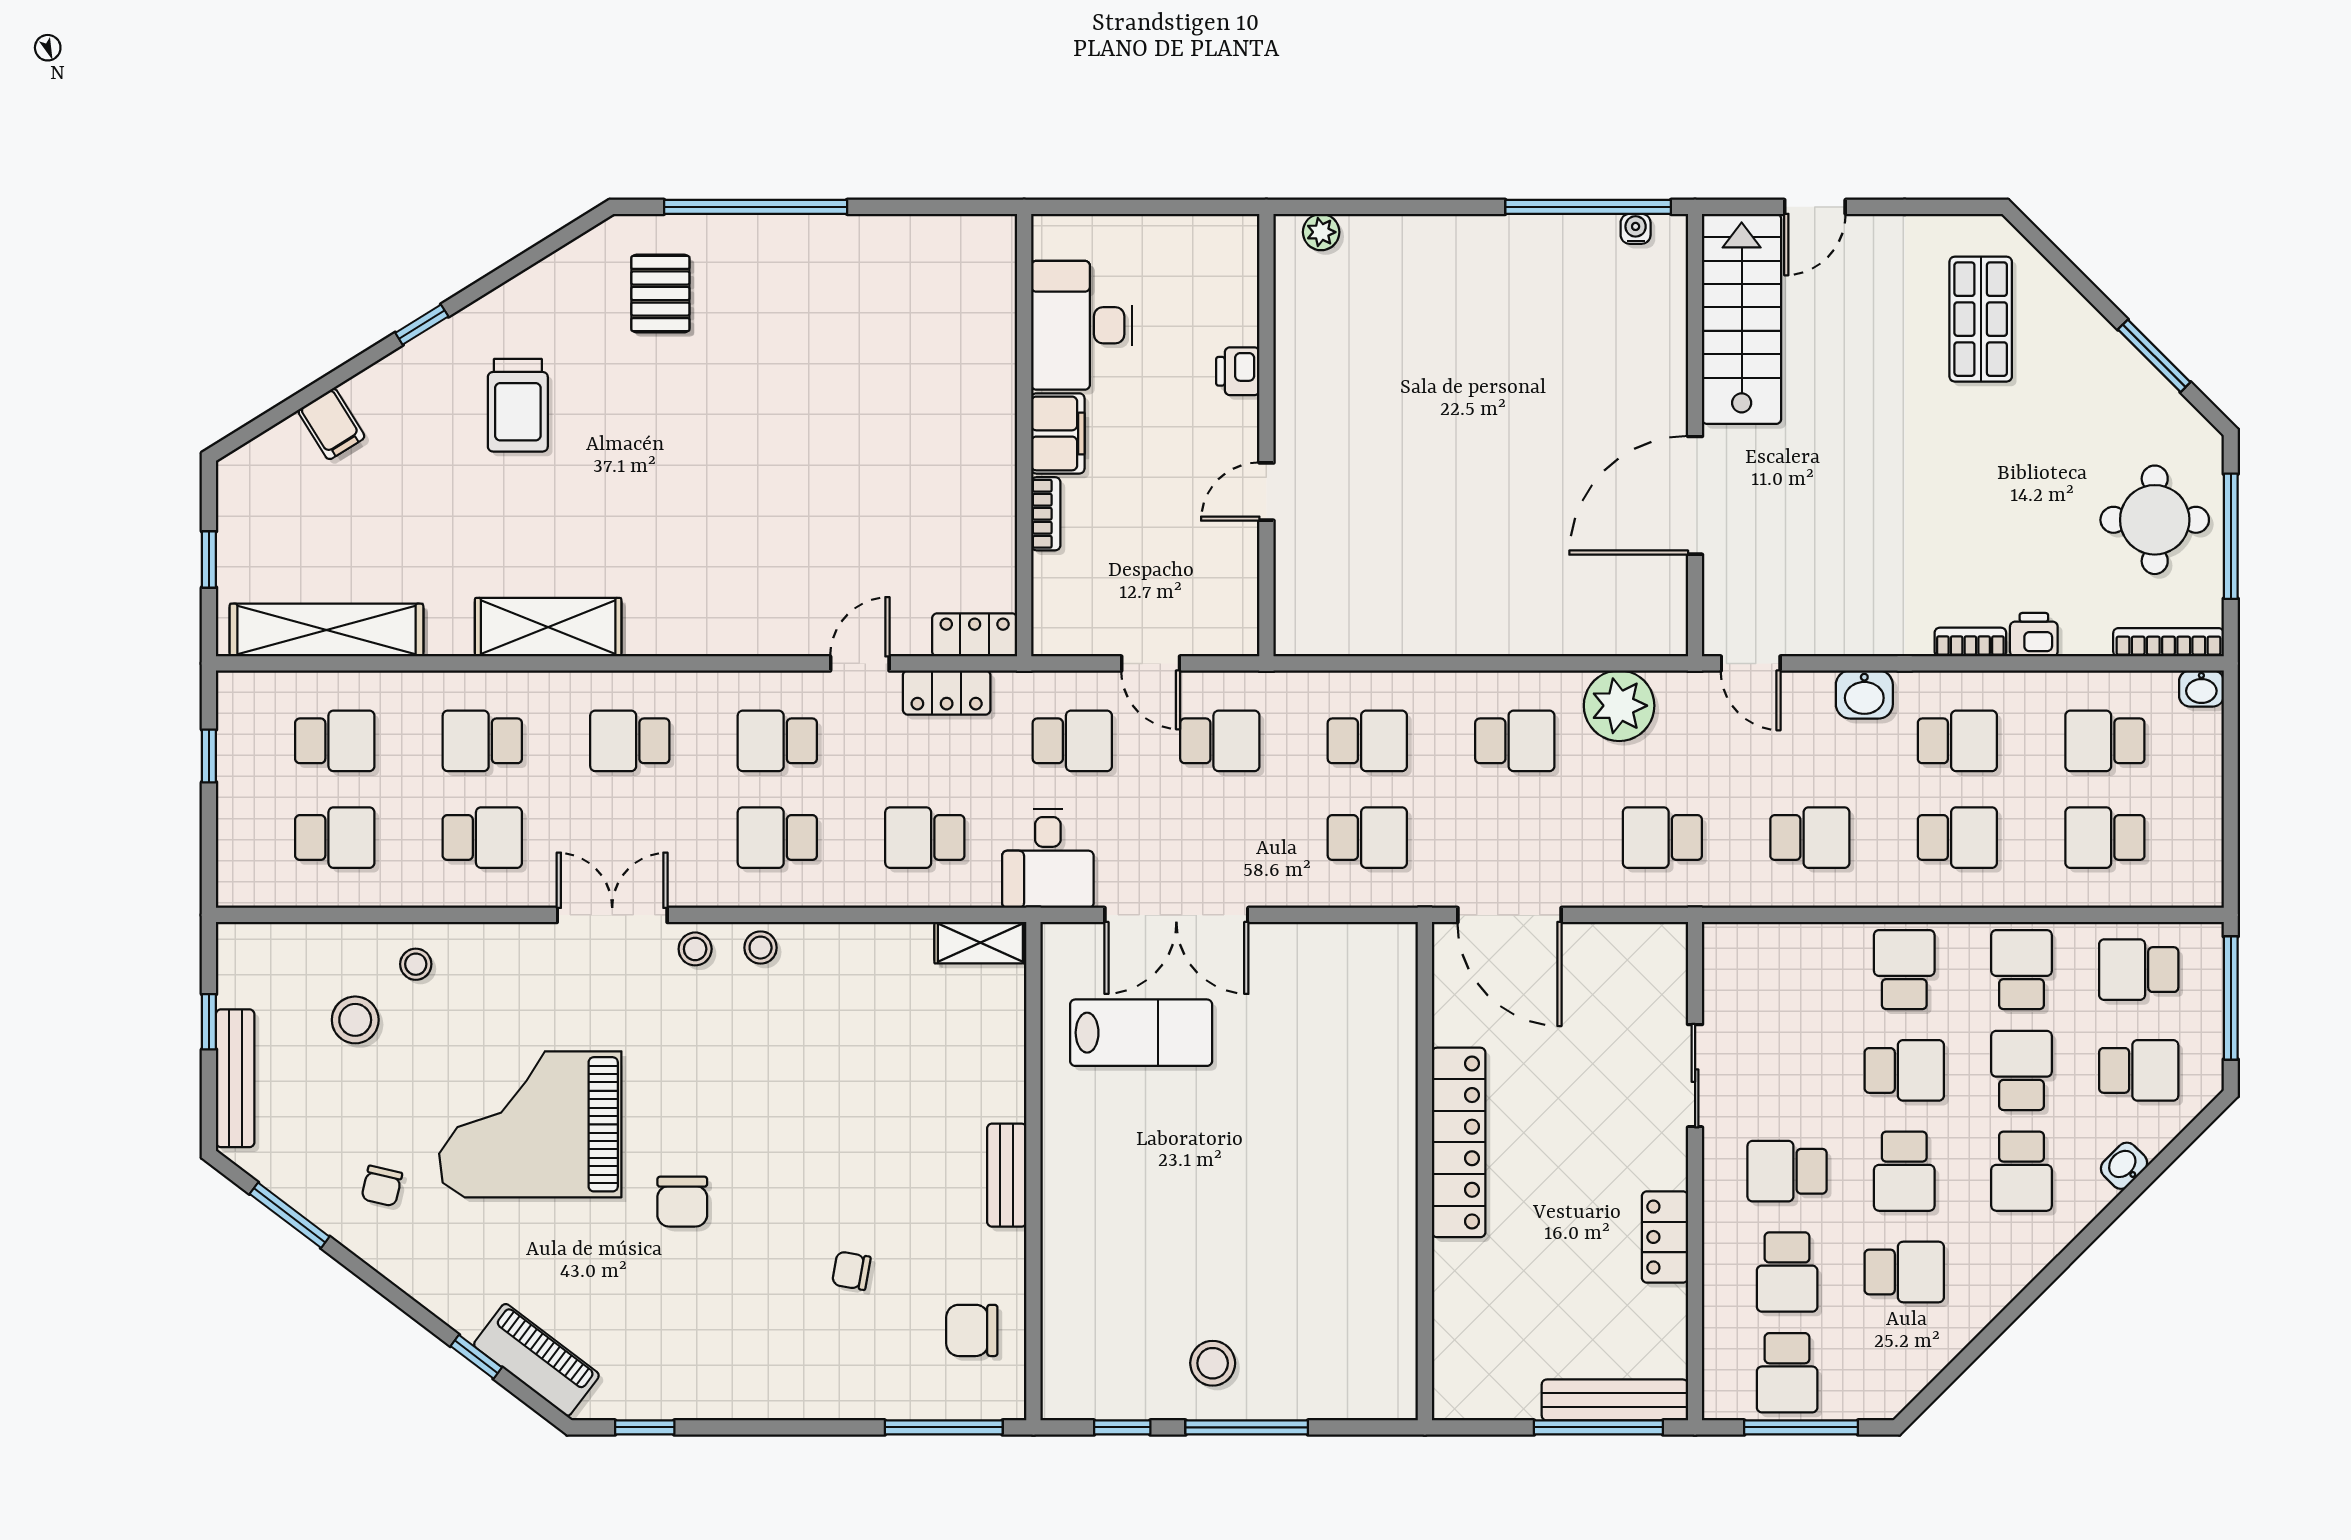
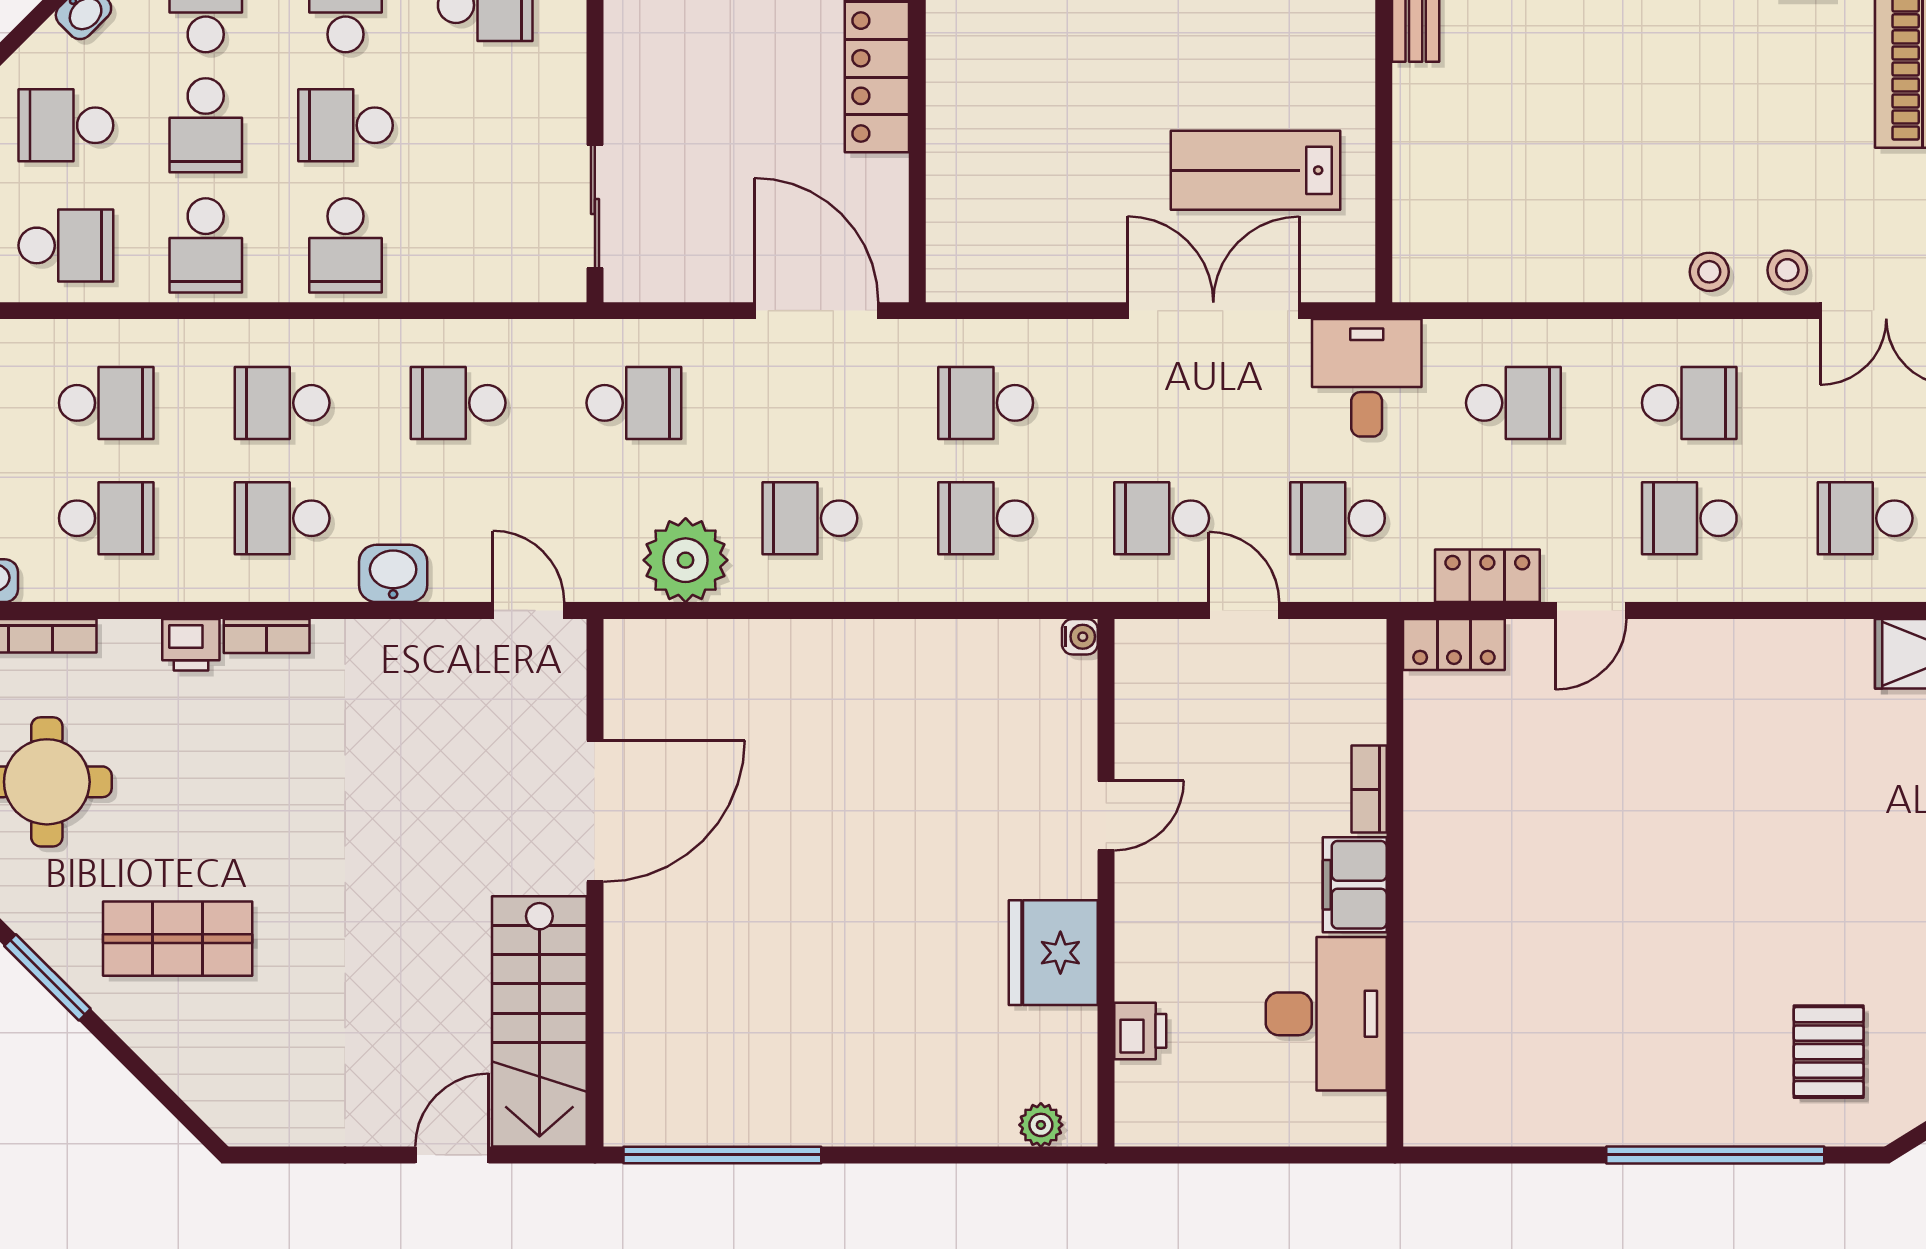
water cooler: (1636, 229) -> (1080, 637), moved, turned -90
shop shelf: (1981, 319) -> (178, 939), moved, turned 90
printer: (1238, 371) -> (1140, 1031), moved
fridge: (1311, 377) -> (1053, 953), added
school desk: (630, 741) -> (1865, 518), turned 180
school desk: (777, 741) -> (1689, 518), turned 180
shelving: (980, 943) -> (1447, 278), removed
sliding door: (1695, 1076) -> (595, 206), moved

